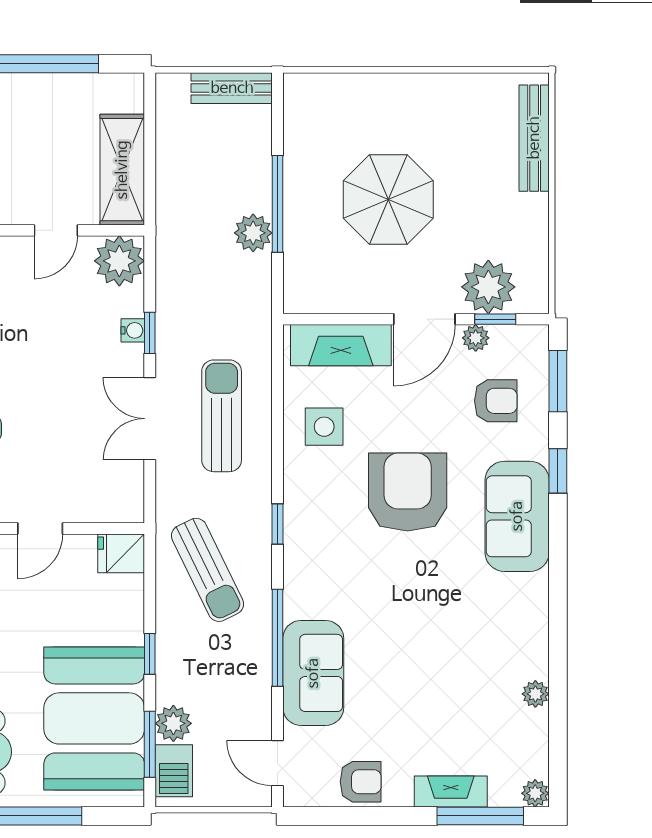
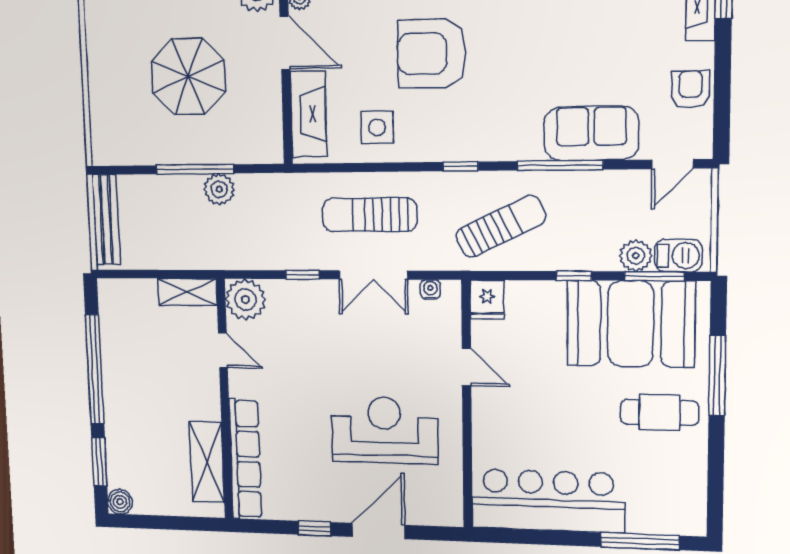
bench: (232, 88) -> (106, 220), width x1.36
shelving: (122, 170) -> (187, 292), width x0.67, depth x0.75
water cooler: (133, 330) -> (430, 290), moved

